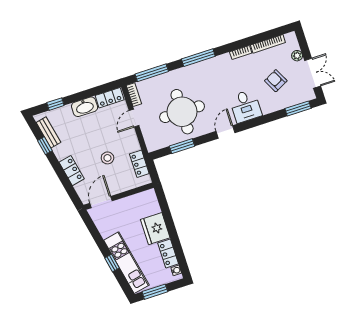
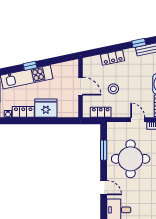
door: (101, 202) -> (80, 86), moved

